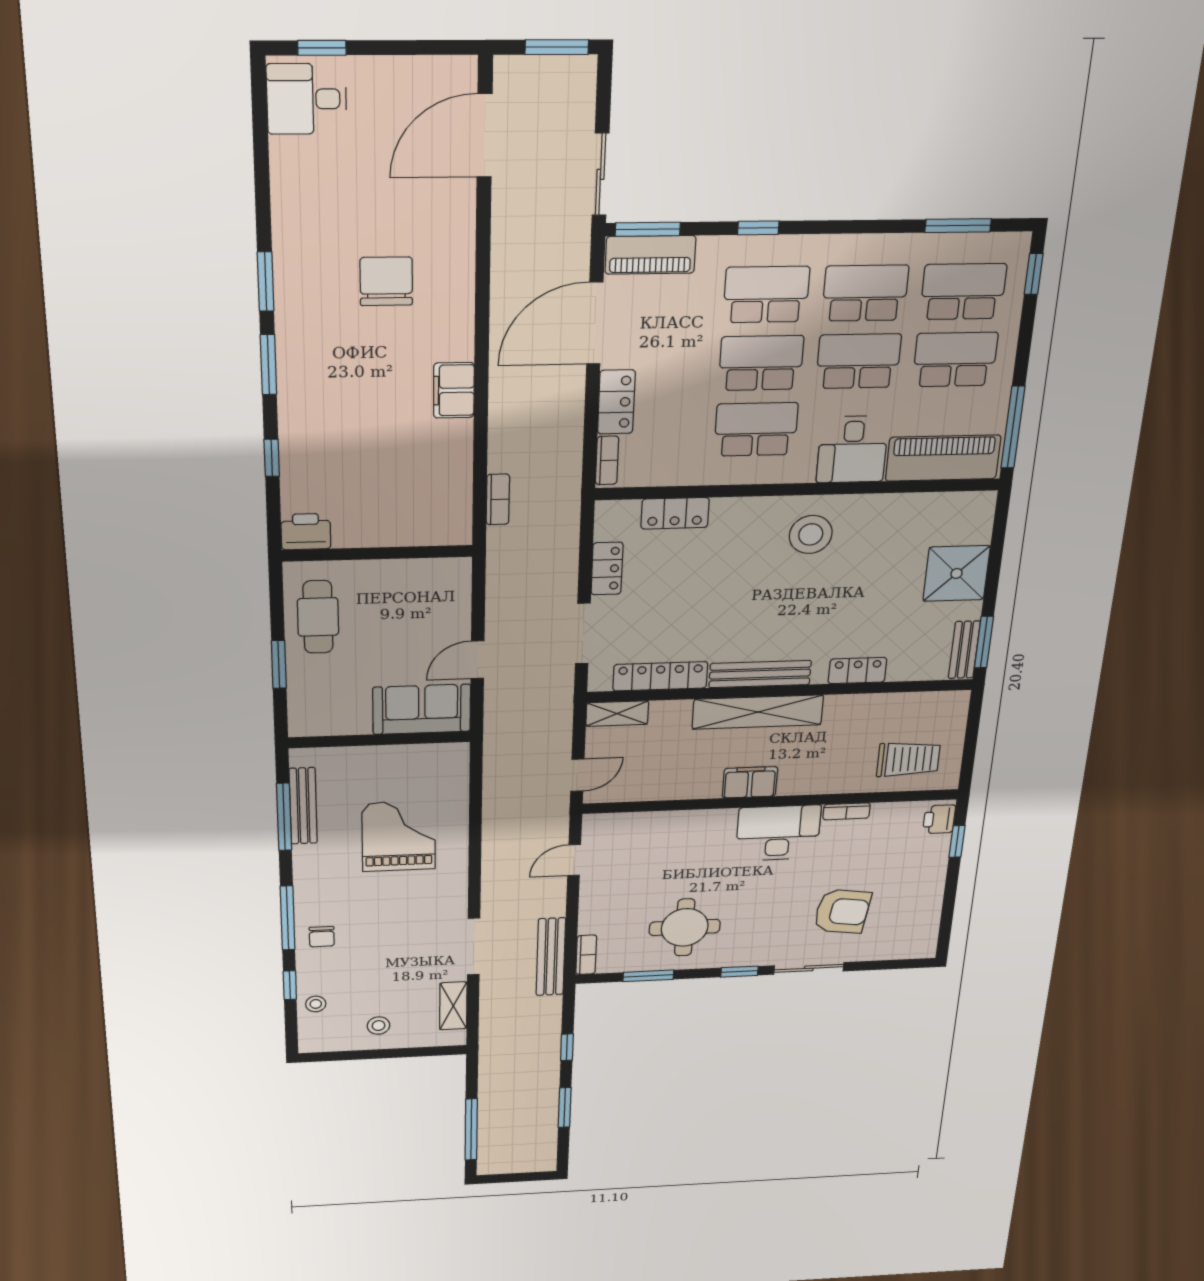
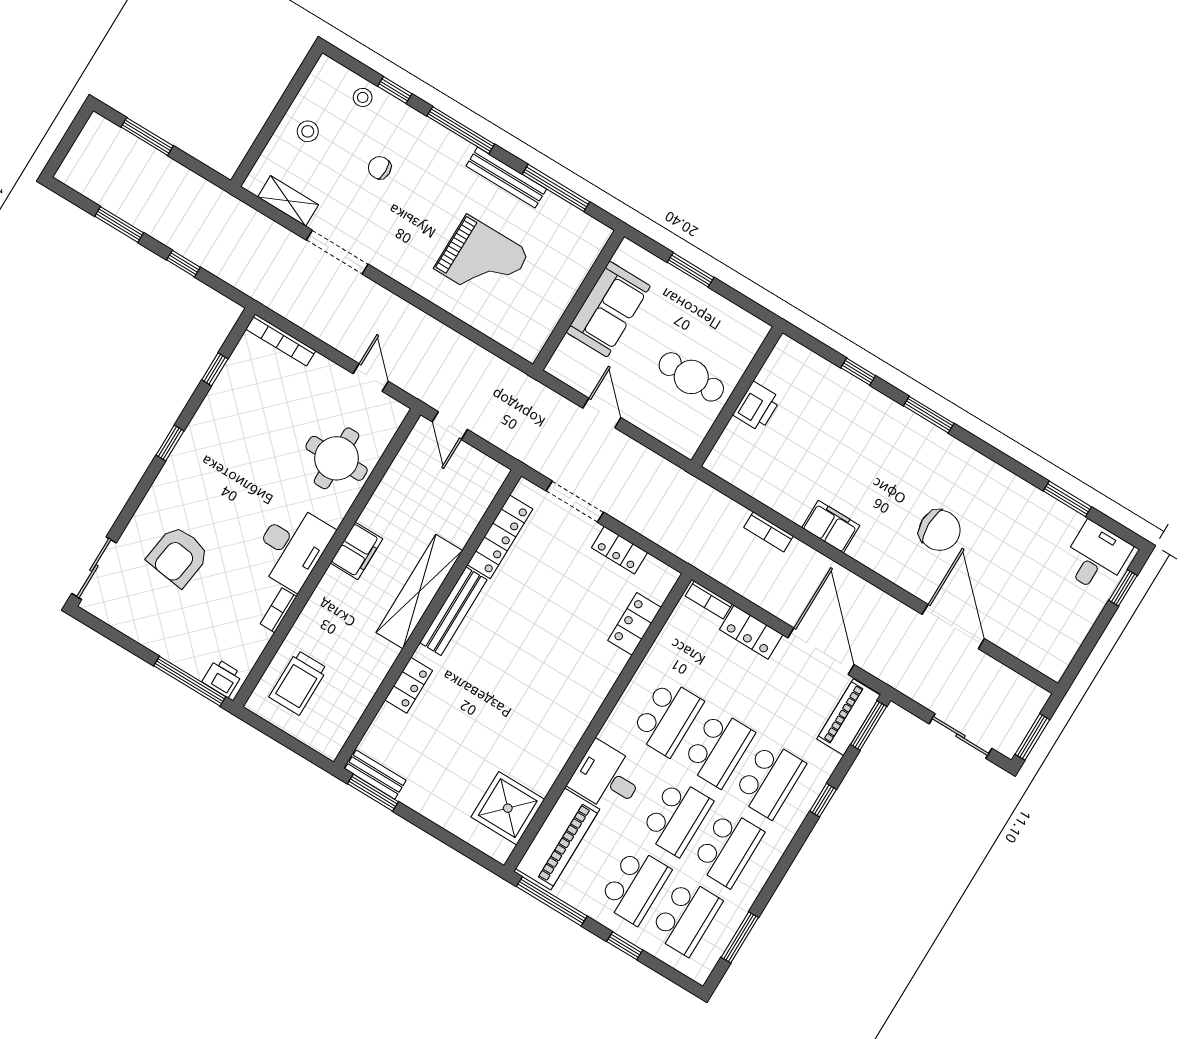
door: (485, 136) -> (953, 627), moved
sliding door: (601, 174) -> (960, 736), moved
window: (1034, 274) -> (625, 946), moved
window: (266, 282) -> (1067, 499), moved
bookcase: (498, 499) -> (769, 532), moved
printer: (306, 532) -> (757, 406), moved
stool: (811, 534) -> (554, 712), removed
shower: (957, 573) -> (508, 808), moved
cafe table: (318, 617) -> (691, 377), moved
sofa: (422, 709) -> (608, 309), moved
shelving: (617, 714) -> (487, 487), removed
bench: (303, 806) -> (506, 178), moved
window: (957, 841) -> (190, 681), width x2.17
round table: (685, 927) -> (337, 458), moved
chair: (322, 937) -> (380, 168), moved
bookcase: (586, 955) -> (281, 340), width x1.56
bench: (551, 957) -> (286, 305), removed
sliding door: (809, 968) -> (94, 568), moved
window: (648, 976) -> (215, 369), width x0.67
window: (471, 1130) -> (147, 136), width x0.69

